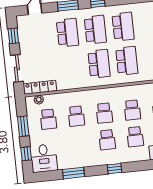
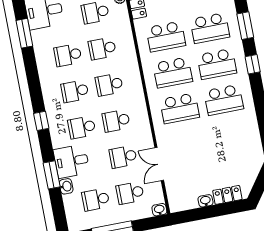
school desk: (71, 67) -> (166, 37), added
school desk: (79, 143) -> (68, 55), added
window: (114, 169) -> (41, 121), moved
window: (73, 173) -> (24, 33), moved

